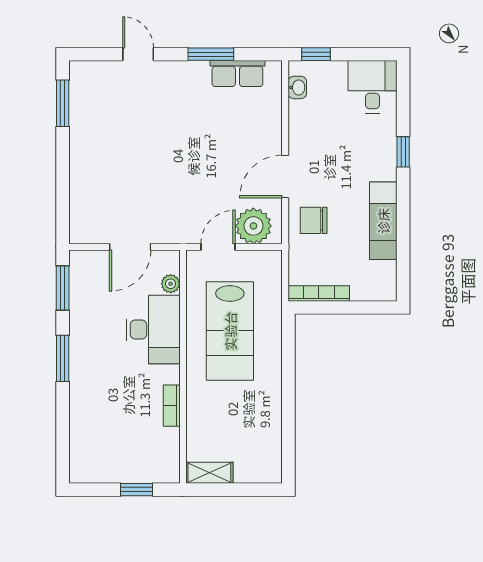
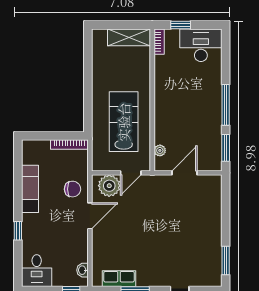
desk: (153, 330) -> (201, 45), moved, turned 90
window: (63, 358) -> (226, 105), width x1.44
bookcase: (172, 406) -> (159, 42), moved
shelving: (209, 473) -> (129, 37), width x1.50, depth x1.33

